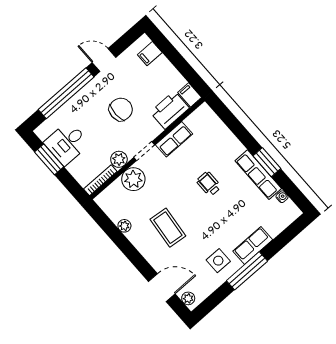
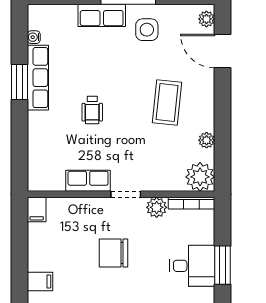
printer: (170, 110) -> (68, 212), removed
plant: (133, 179) -> (200, 177), moved

